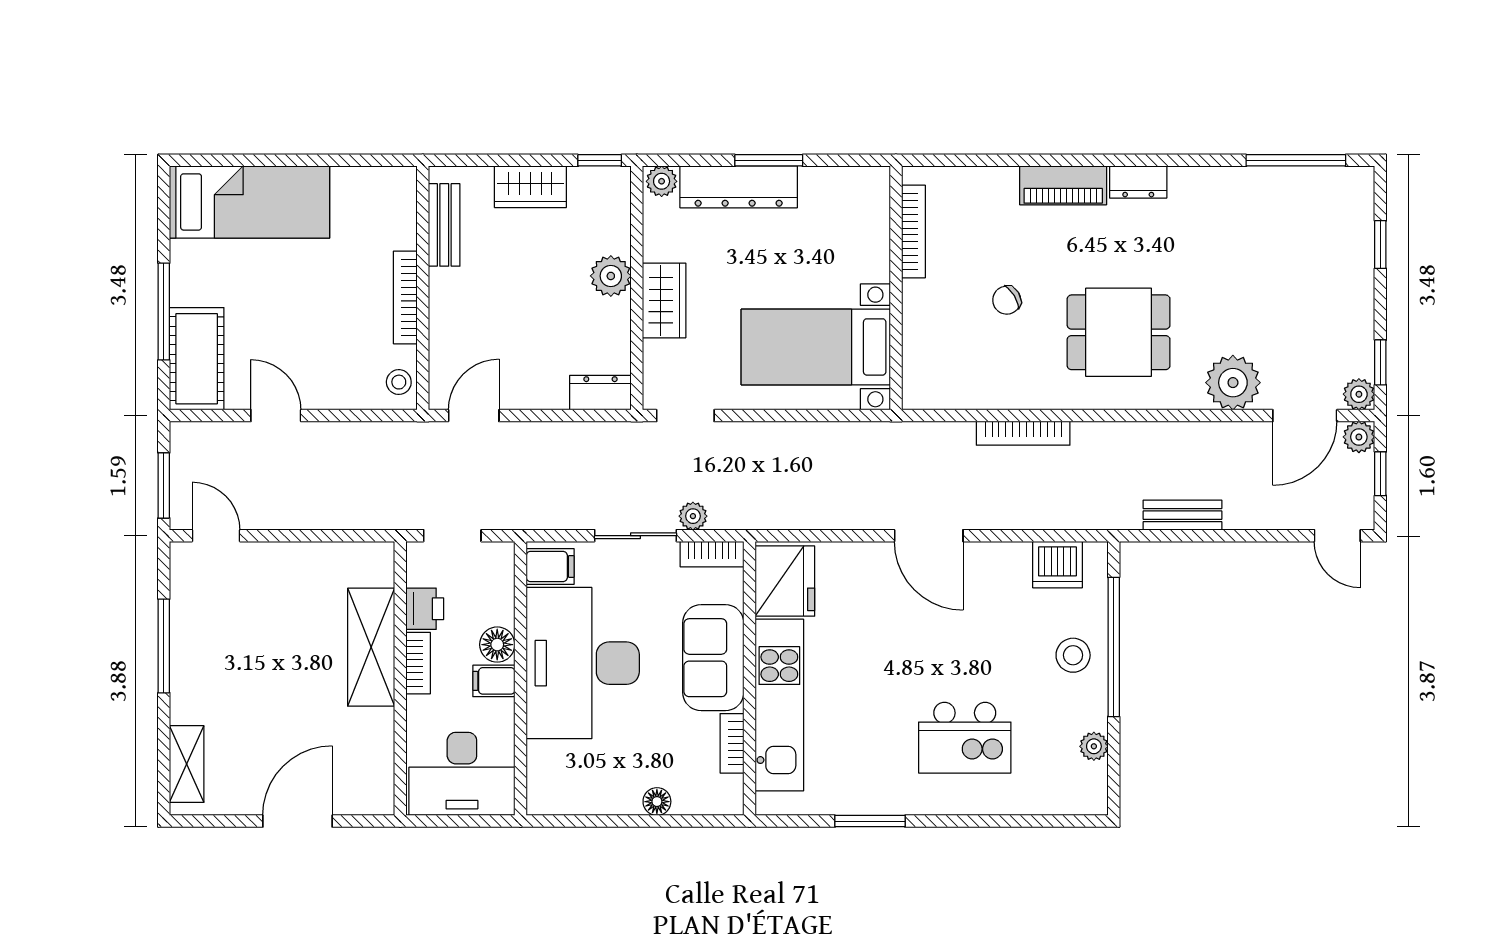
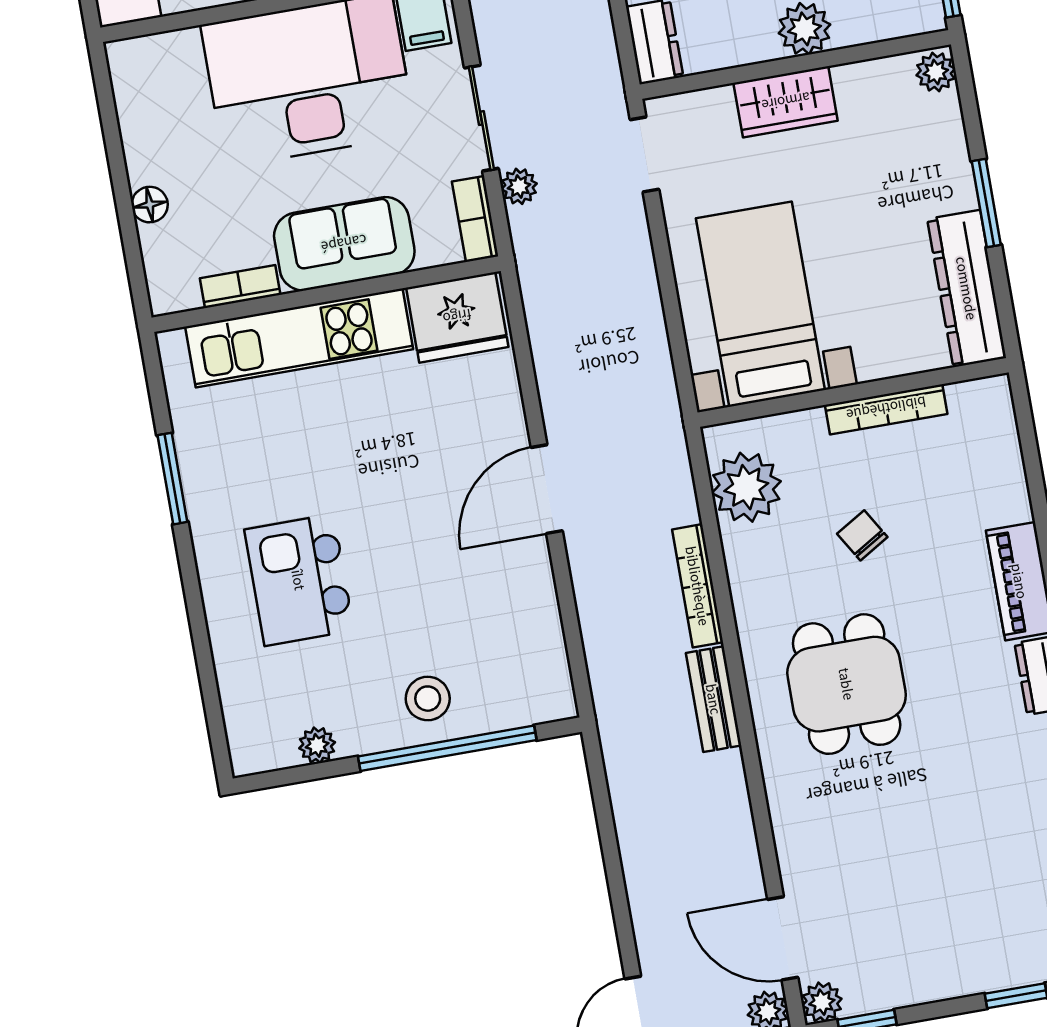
dresser: (739, 187) -> (967, 288), moved
bookcase: (913, 231) -> (886, 409), moved
plant: (1233, 383) -> (746, 487), moved
bench: (1182, 515) -> (714, 699), moved
dishwasher: (1057, 565) -> (539, 659), removed

